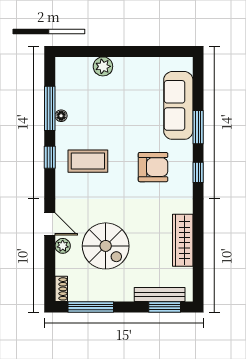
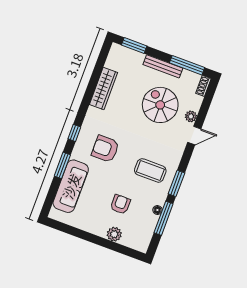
armchair: (109, 106) -> (120, 204), added
window: (50, 157) -> (177, 183), width x1.50
door: (50, 224) -> (194, 136), swing flipped
bench: (160, 295) -> (163, 66), moved

